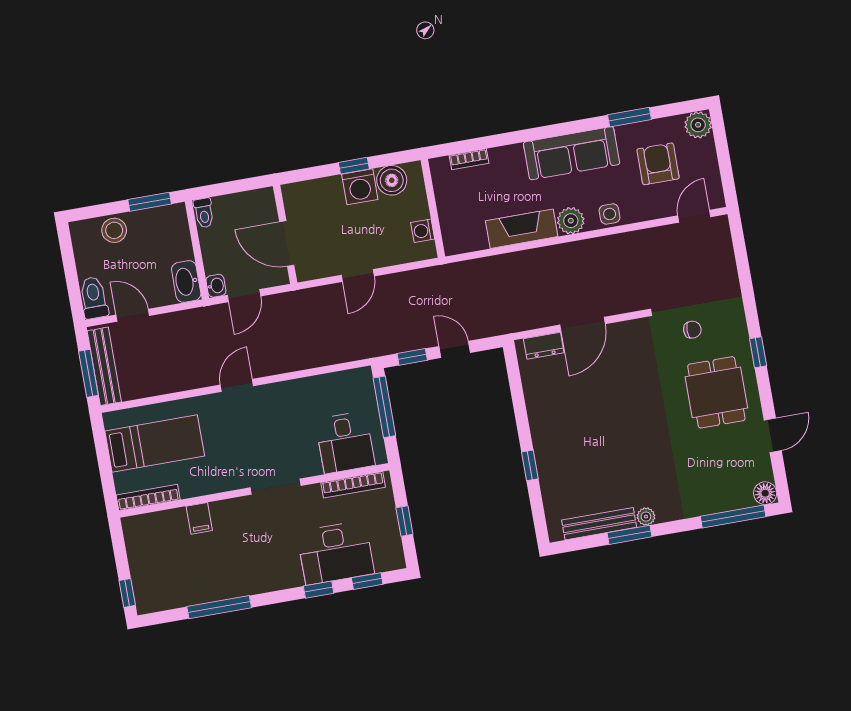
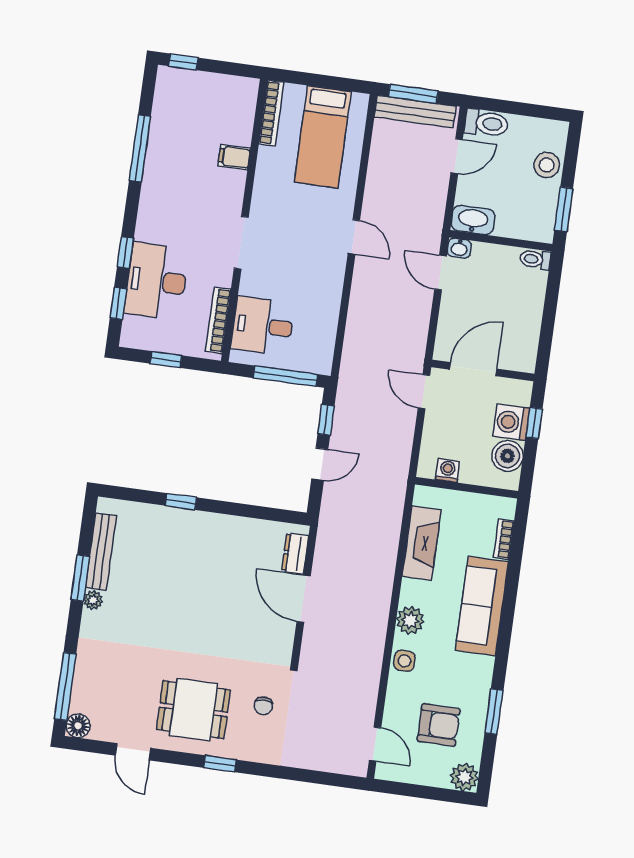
sofa: (572, 153) -> (482, 606), moved
fireplace: (522, 229) -> (422, 543), moved
wall: (285, 234) -> (483, 370), moved
door: (287, 244) -> (473, 369), moved

